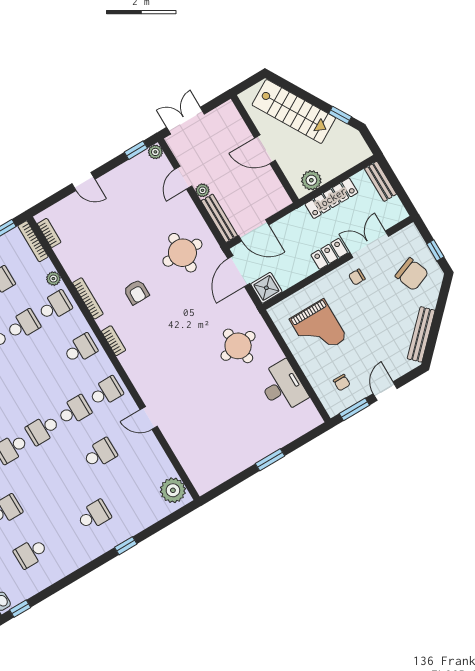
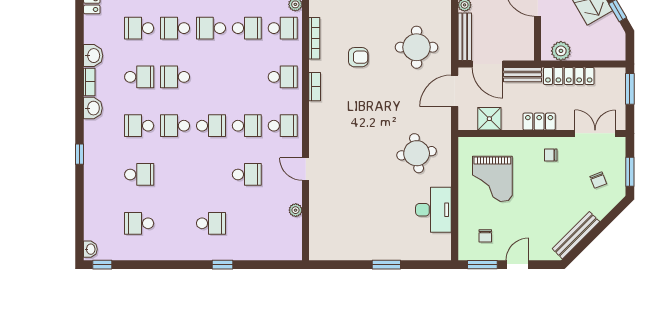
window: (392, 178) -> (630, 89), added
bench: (380, 181) -> (523, 75), moved, turned 90
double door: (369, 244) -> (595, 133), moved
window: (435, 250) -> (630, 172), width x1.50
chair: (412, 274) -> (598, 180), width x0.54, depth x0.54
shower: (266, 288) -> (489, 119), moved
armchair: (136, 292) -> (358, 57), turned -90
school desk: (43, 429) -> (211, 126), turned 180
plant: (173, 490) -> (296, 210), moved, width x0.53, depth x0.53

